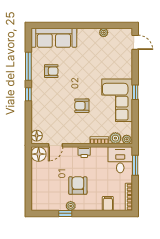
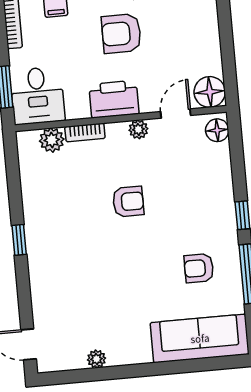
corner sofa: (117, 100) -> (55, 220), removed
plant: (127, 139) -> (138, 129), moved
printer: (84, 152) -> (114, 99), width x1.87, depth x1.48
armchair: (78, 186) -> (121, 34), turned 90

